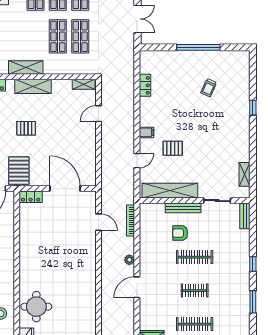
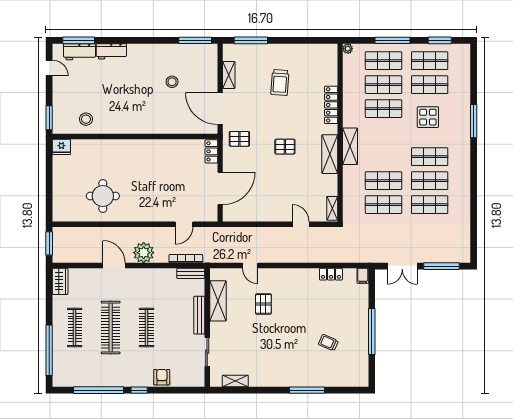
window: (253, 108) -> (307, 390), width x2.17
pallet: (26, 128) -> (285, 147), turned 90
filing cabinet: (146, 132) -> (363, 276), moved
pallet: (19, 171) -> (239, 139), width x0.67, depth x0.71
shelving: (170, 191) -> (218, 301), width x0.68
bench: (245, 216) -> (191, 273), moved
armchair: (180, 233) -> (162, 377), moved
plant: (129, 260) -> (144, 253), width x1.88, depth x1.88
clothes rail: (195, 291) -> (111, 327), width x1.86, depth x1.31
window: (253, 302) -> (98, 390), width x2.11
round table: (36, 307) -> (103, 196), moved

